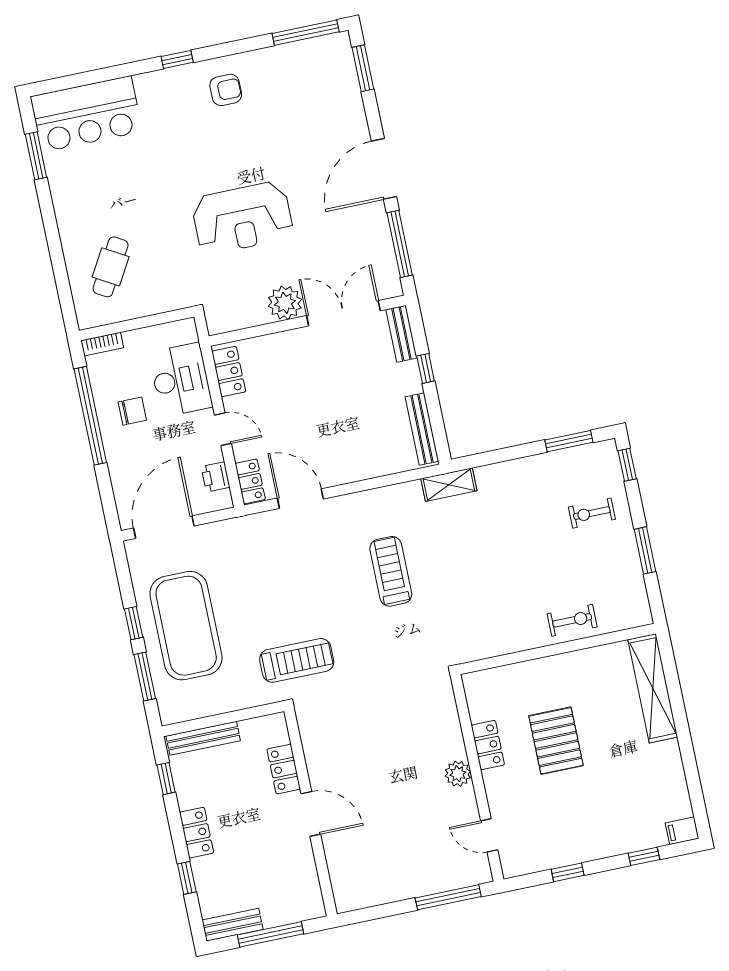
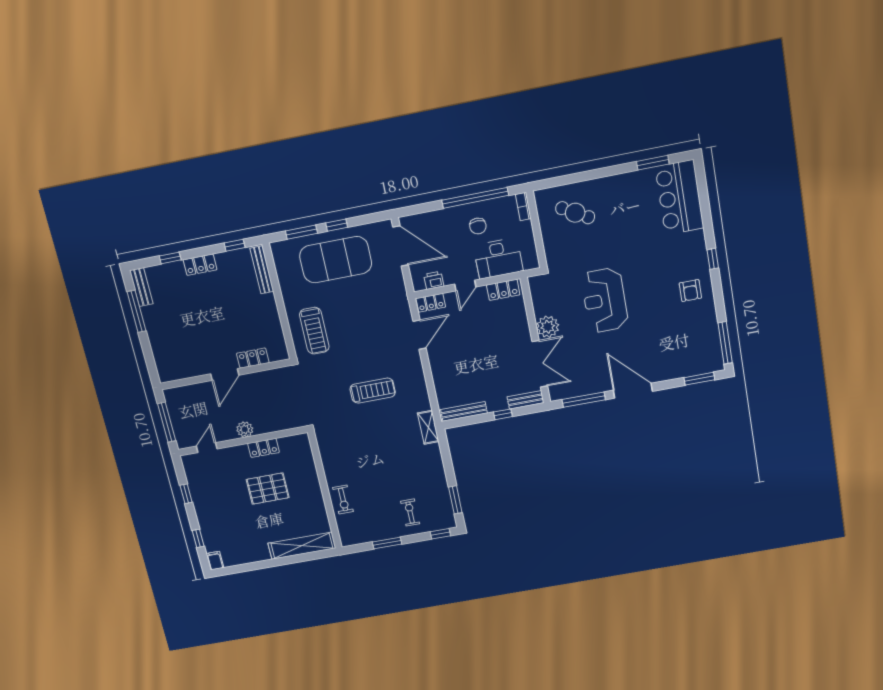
locker: (284, 769) -> (253, 358), moved
wall: (311, 813) -> (226, 374), moved
door: (311, 814) -> (225, 374), moved

